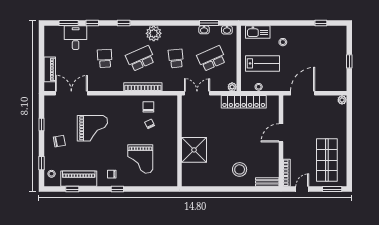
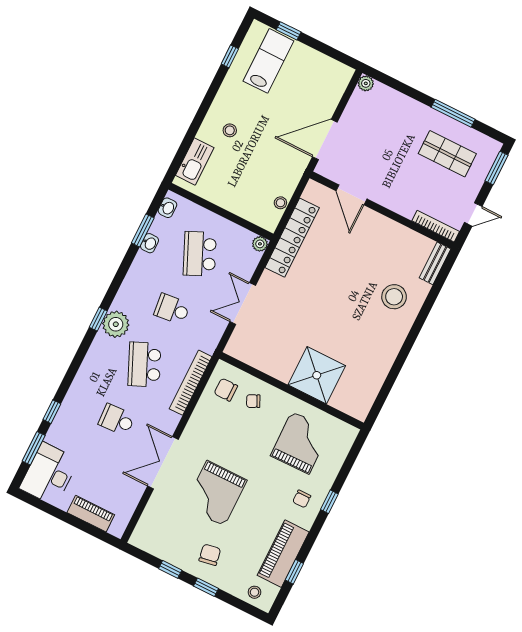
window: (124, 23) -> (98, 319), moved
desk: (76, 38) -> (49, 474), moved, width x1.37
window: (349, 61) -> (289, 31), moved
lab bench: (263, 63) -> (268, 61), moved
double door: (71, 93) -> (163, 463), moved
door: (303, 93) -> (325, 139), hinge flipped
grand piano: (92, 128) -> (216, 493), turned 180
door: (281, 133) -> (352, 195), moved
wall: (179, 141) -> (291, 391), moved
shower: (194, 150) -> (317, 375), moved
window: (349, 153) -> (453, 113), added
grand piano: (140, 159) -> (300, 443), turned -91
shop shelf: (327, 160) -> (447, 154), width x0.70, depth x0.74
window: (42, 163) -> (206, 587), moved
door: (302, 189) -> (473, 214), swing flipped

